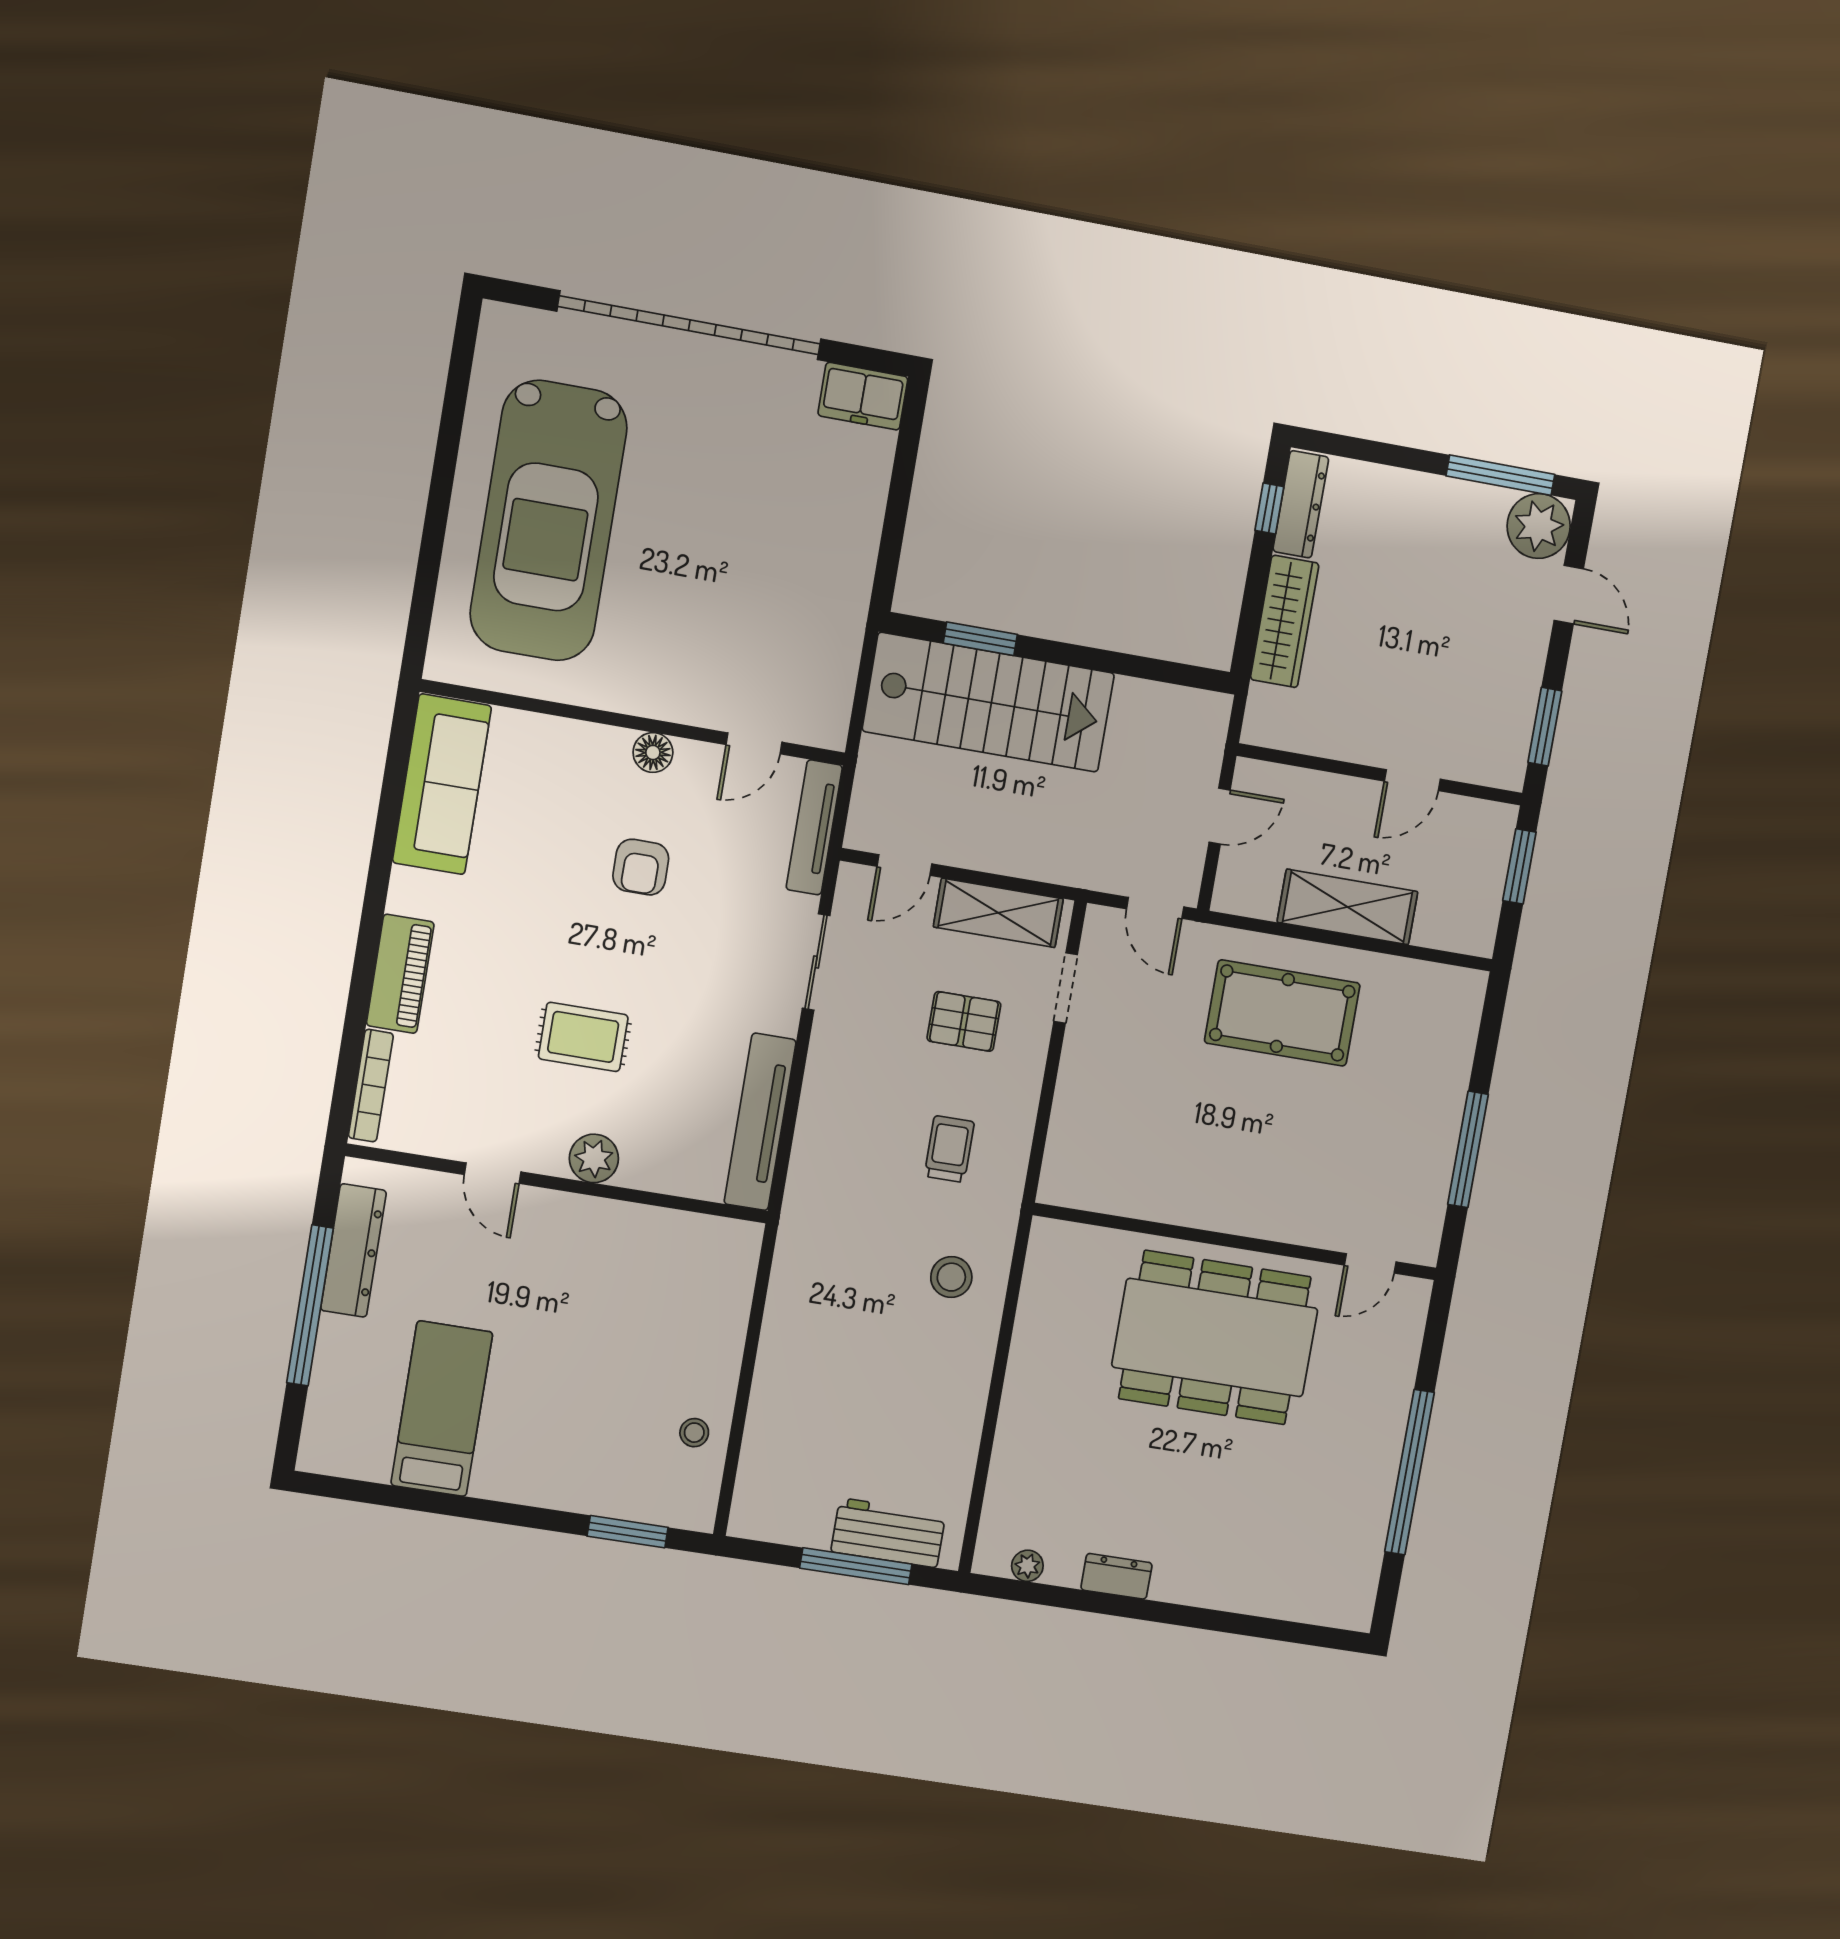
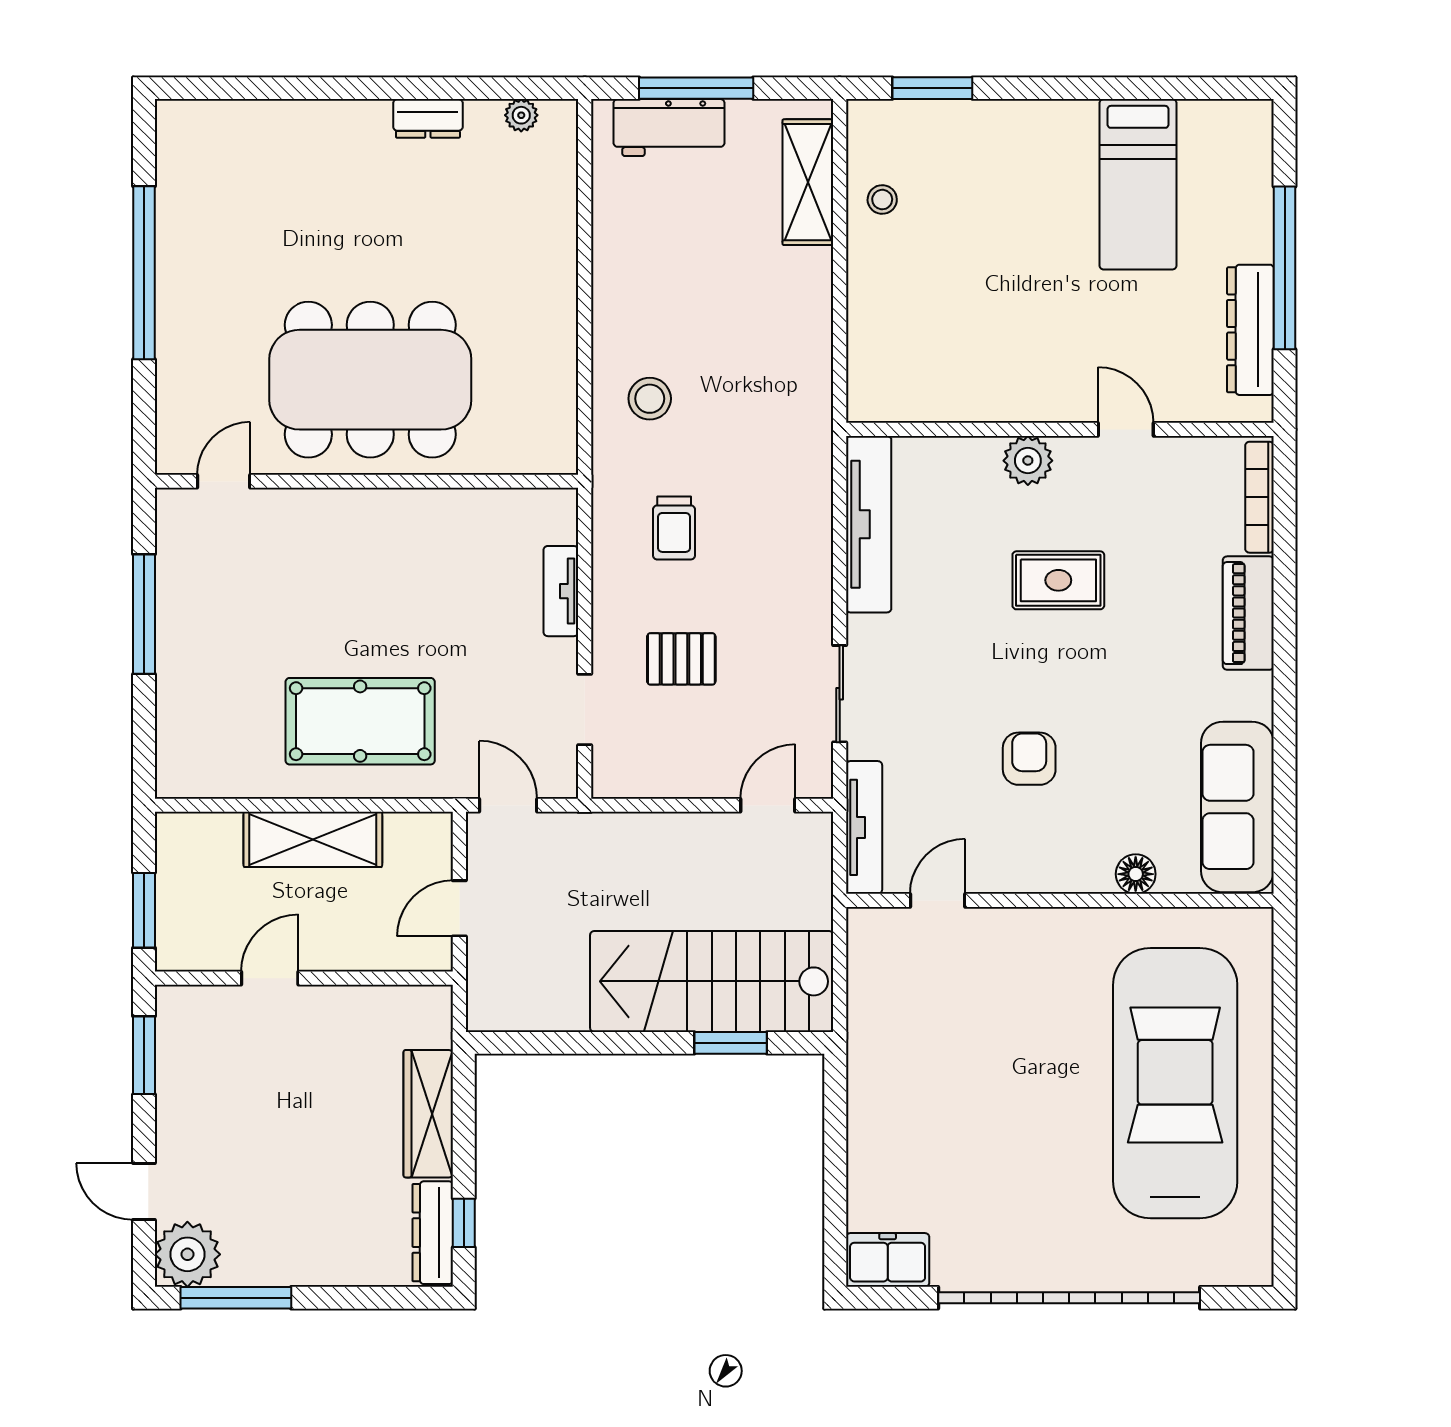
floor lamp: (653, 752) -> (1136, 874), moved
shelving: (998, 913) -> (808, 182), moved, turned 90
tv unit: (1069, 1106) -> (561, 591), added

